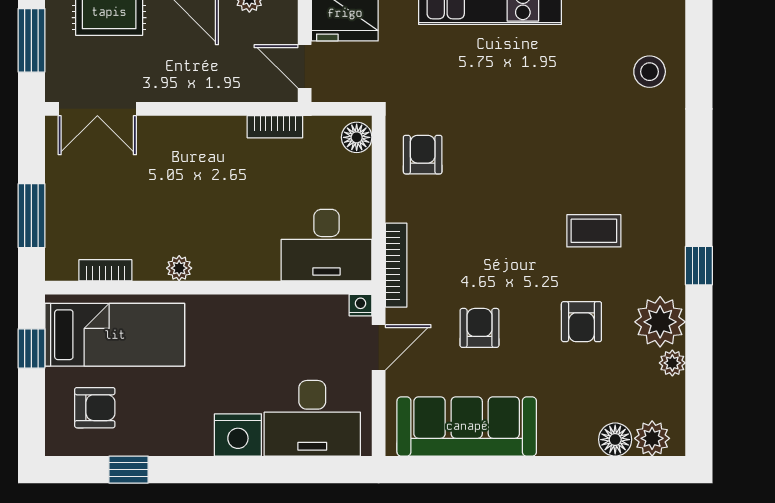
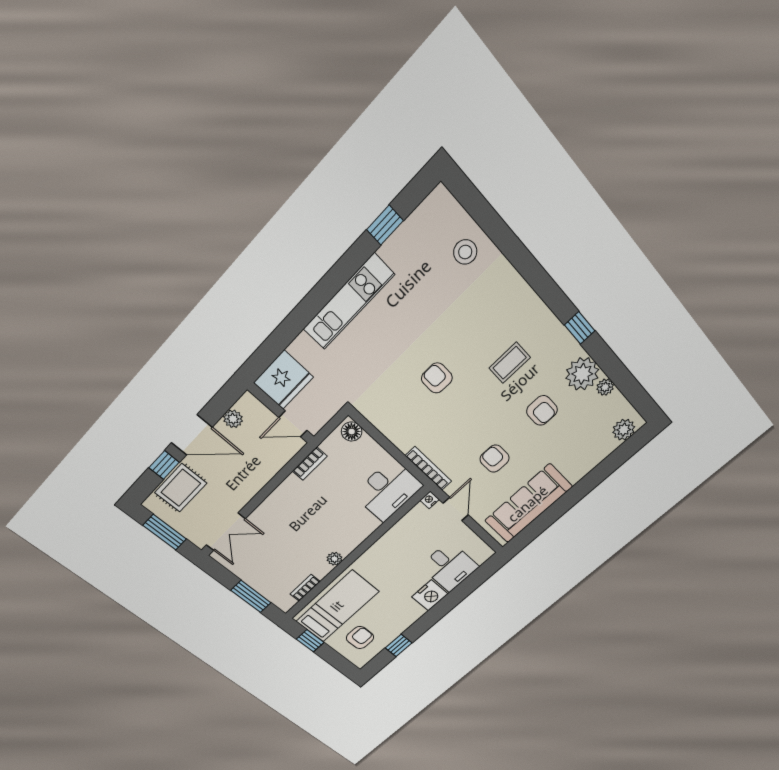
armchair: (423, 155) -> (437, 378), moved
desk: (312, 418) -> (449, 567), width x0.73
floor lamp: (615, 440) -> (605, 446), removed

